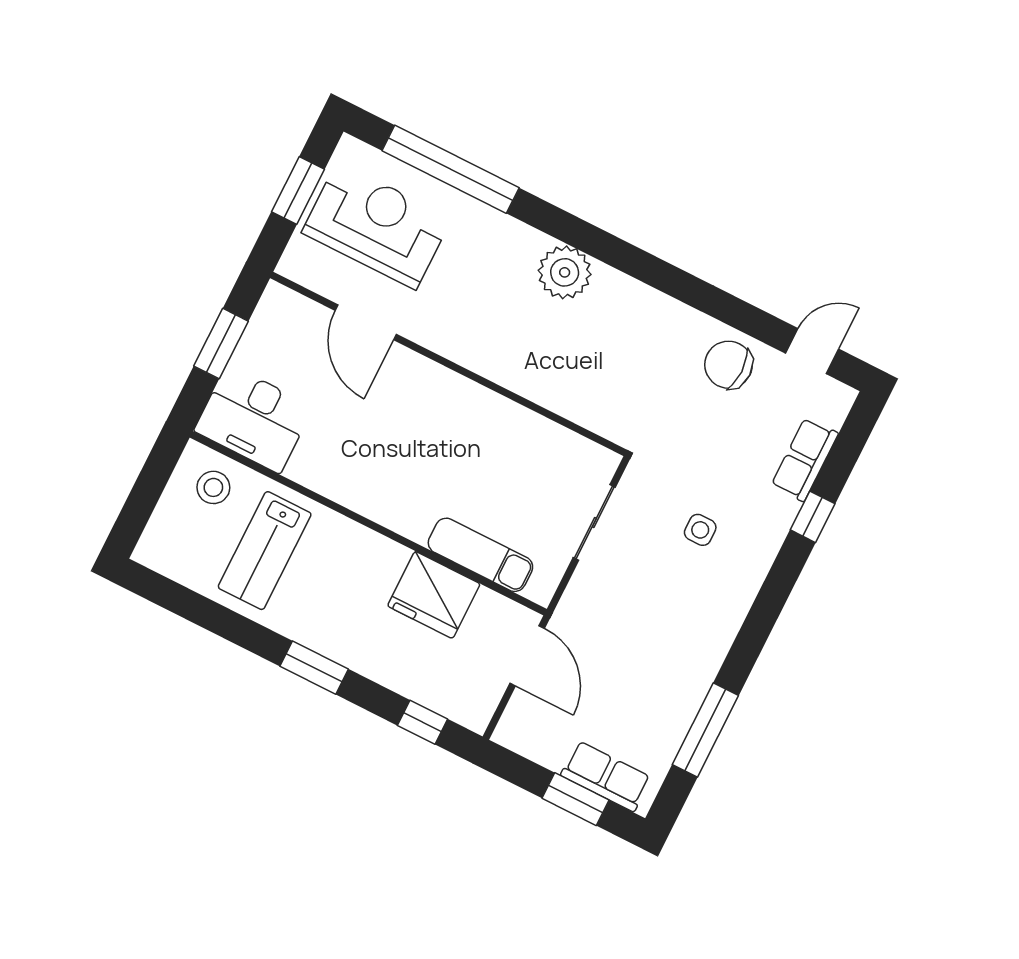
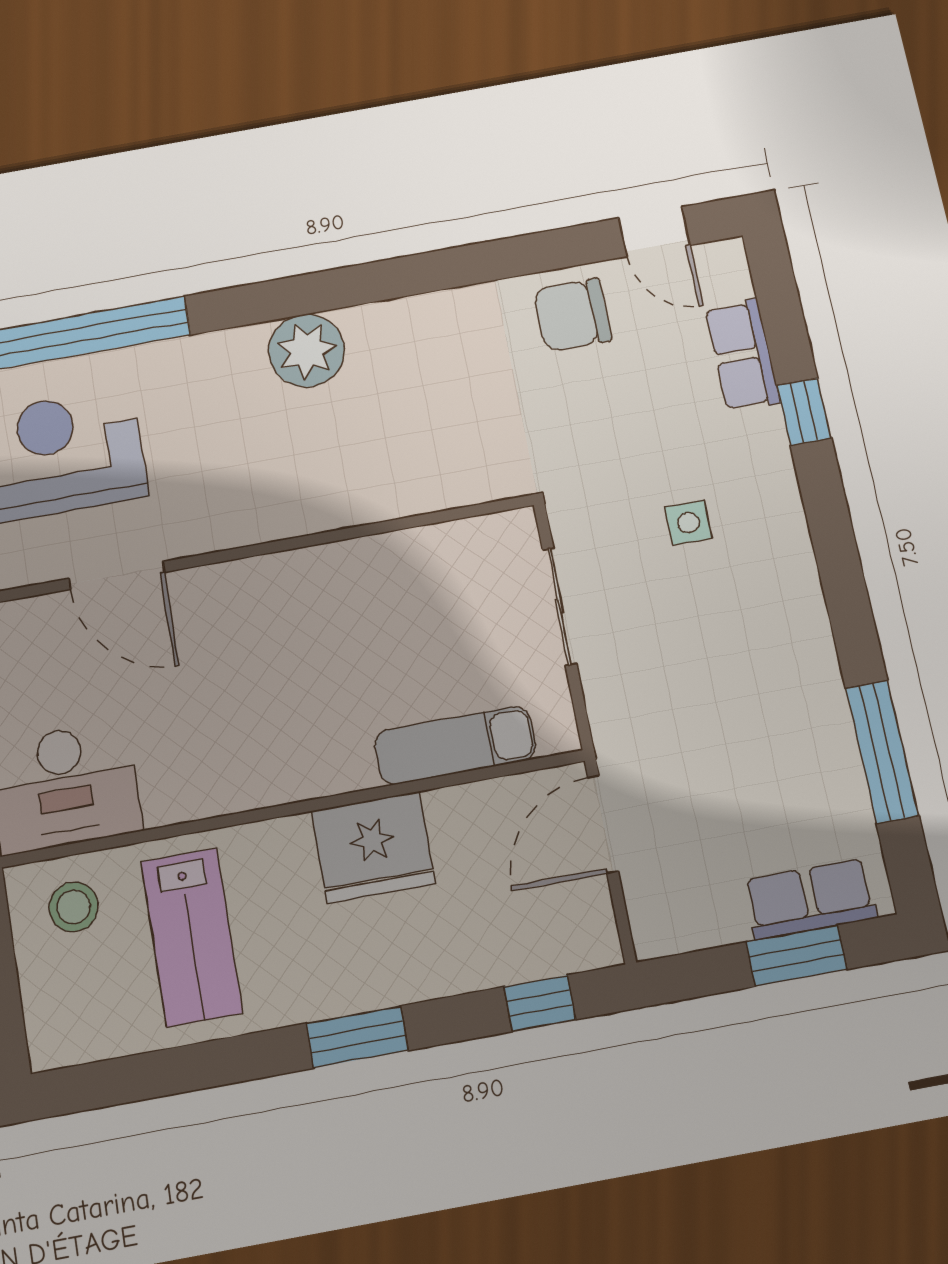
door: (812, 351) -> (654, 232), swing flipped
fridge: (434, 595) -> (373, 847), moved
door: (527, 656) -> (603, 824), swing flipped

